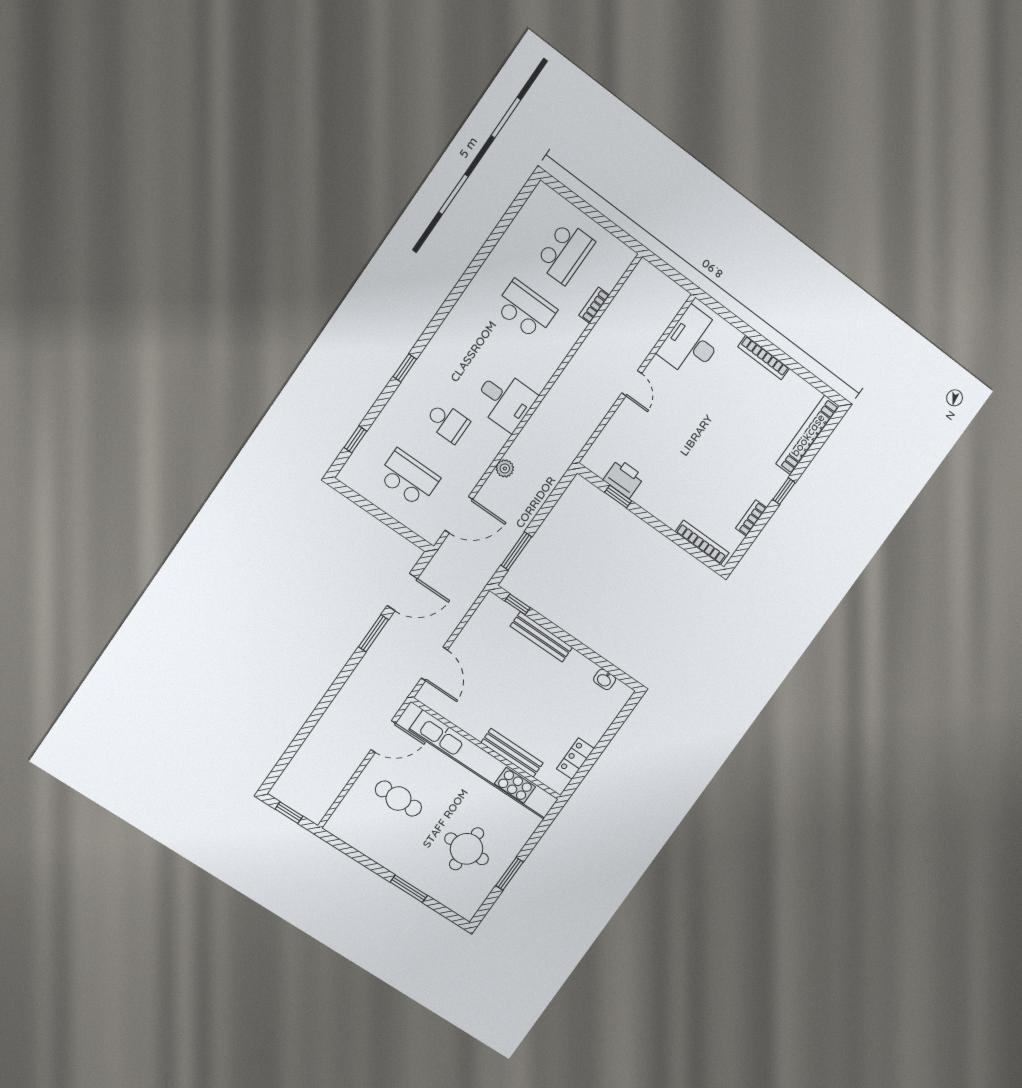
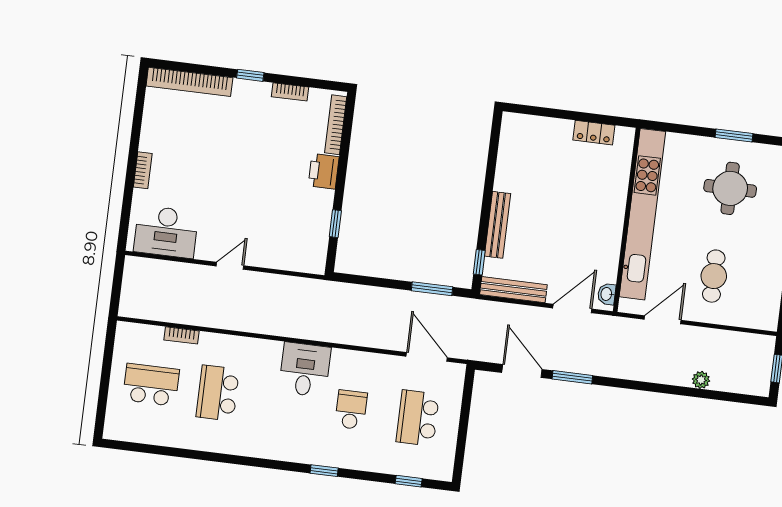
bookcase: (764, 358) -> (143, 170), width x0.64
plant: (505, 468) -> (701, 380), moved
printer: (624, 478) -> (324, 171), moved
washbasin: (605, 679) -> (607, 294), moved, turned 180
door: (383, 736) -> (663, 320), hinge flipped
bench: (512, 753) -> (513, 290), moved, turned 90

